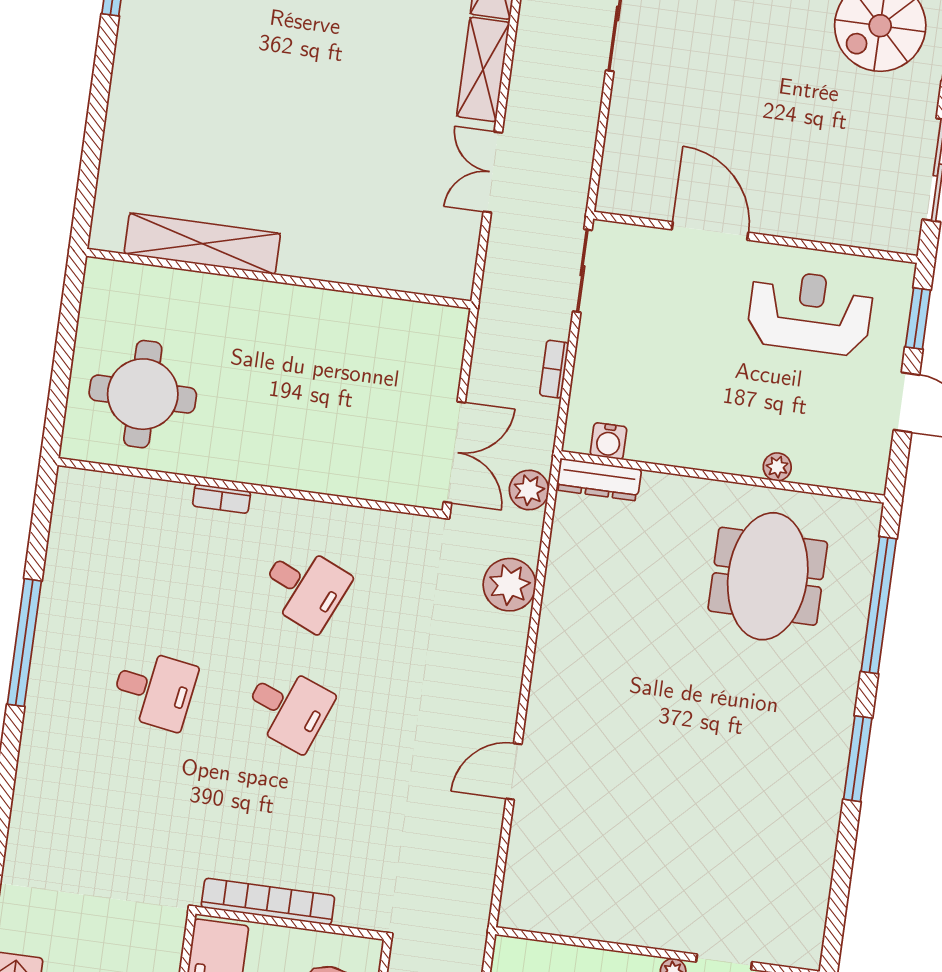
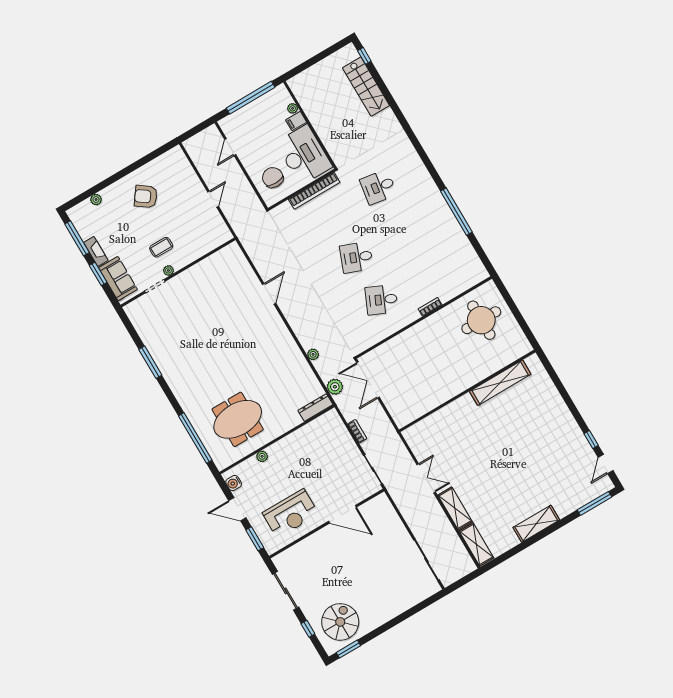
water cooler: (608, 441) -> (234, 483), moved, turned -90
meeting table: (768, 576) -> (238, 419), turned 90
plant: (509, 585) -> (313, 354), width x0.53, depth x0.53
desk: (154, 690) -> (378, 187), moved
window: (858, 759) -> (150, 362), moved

